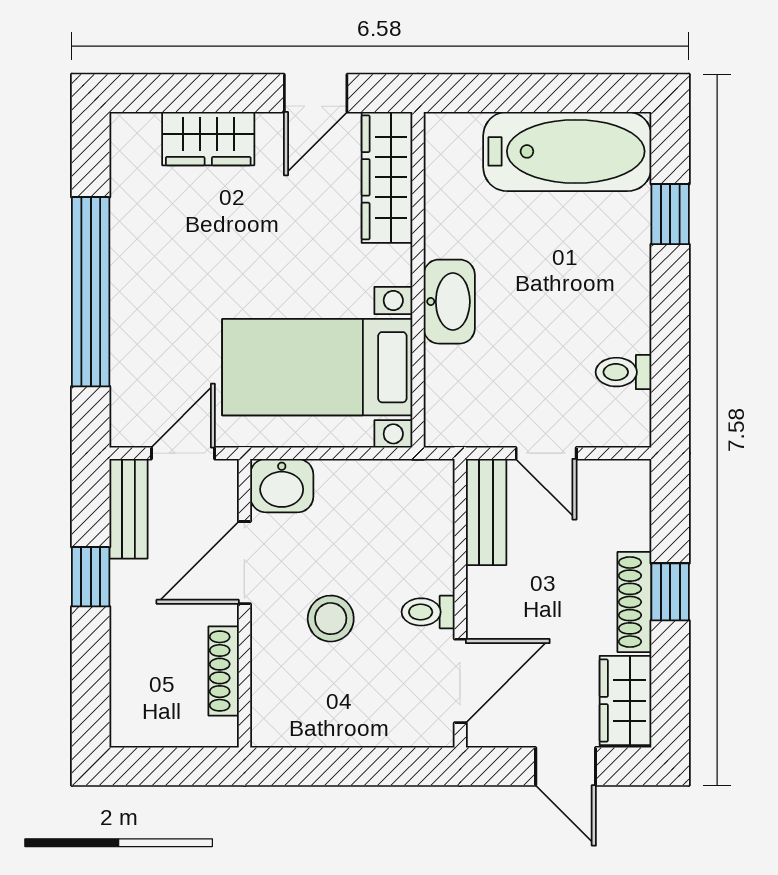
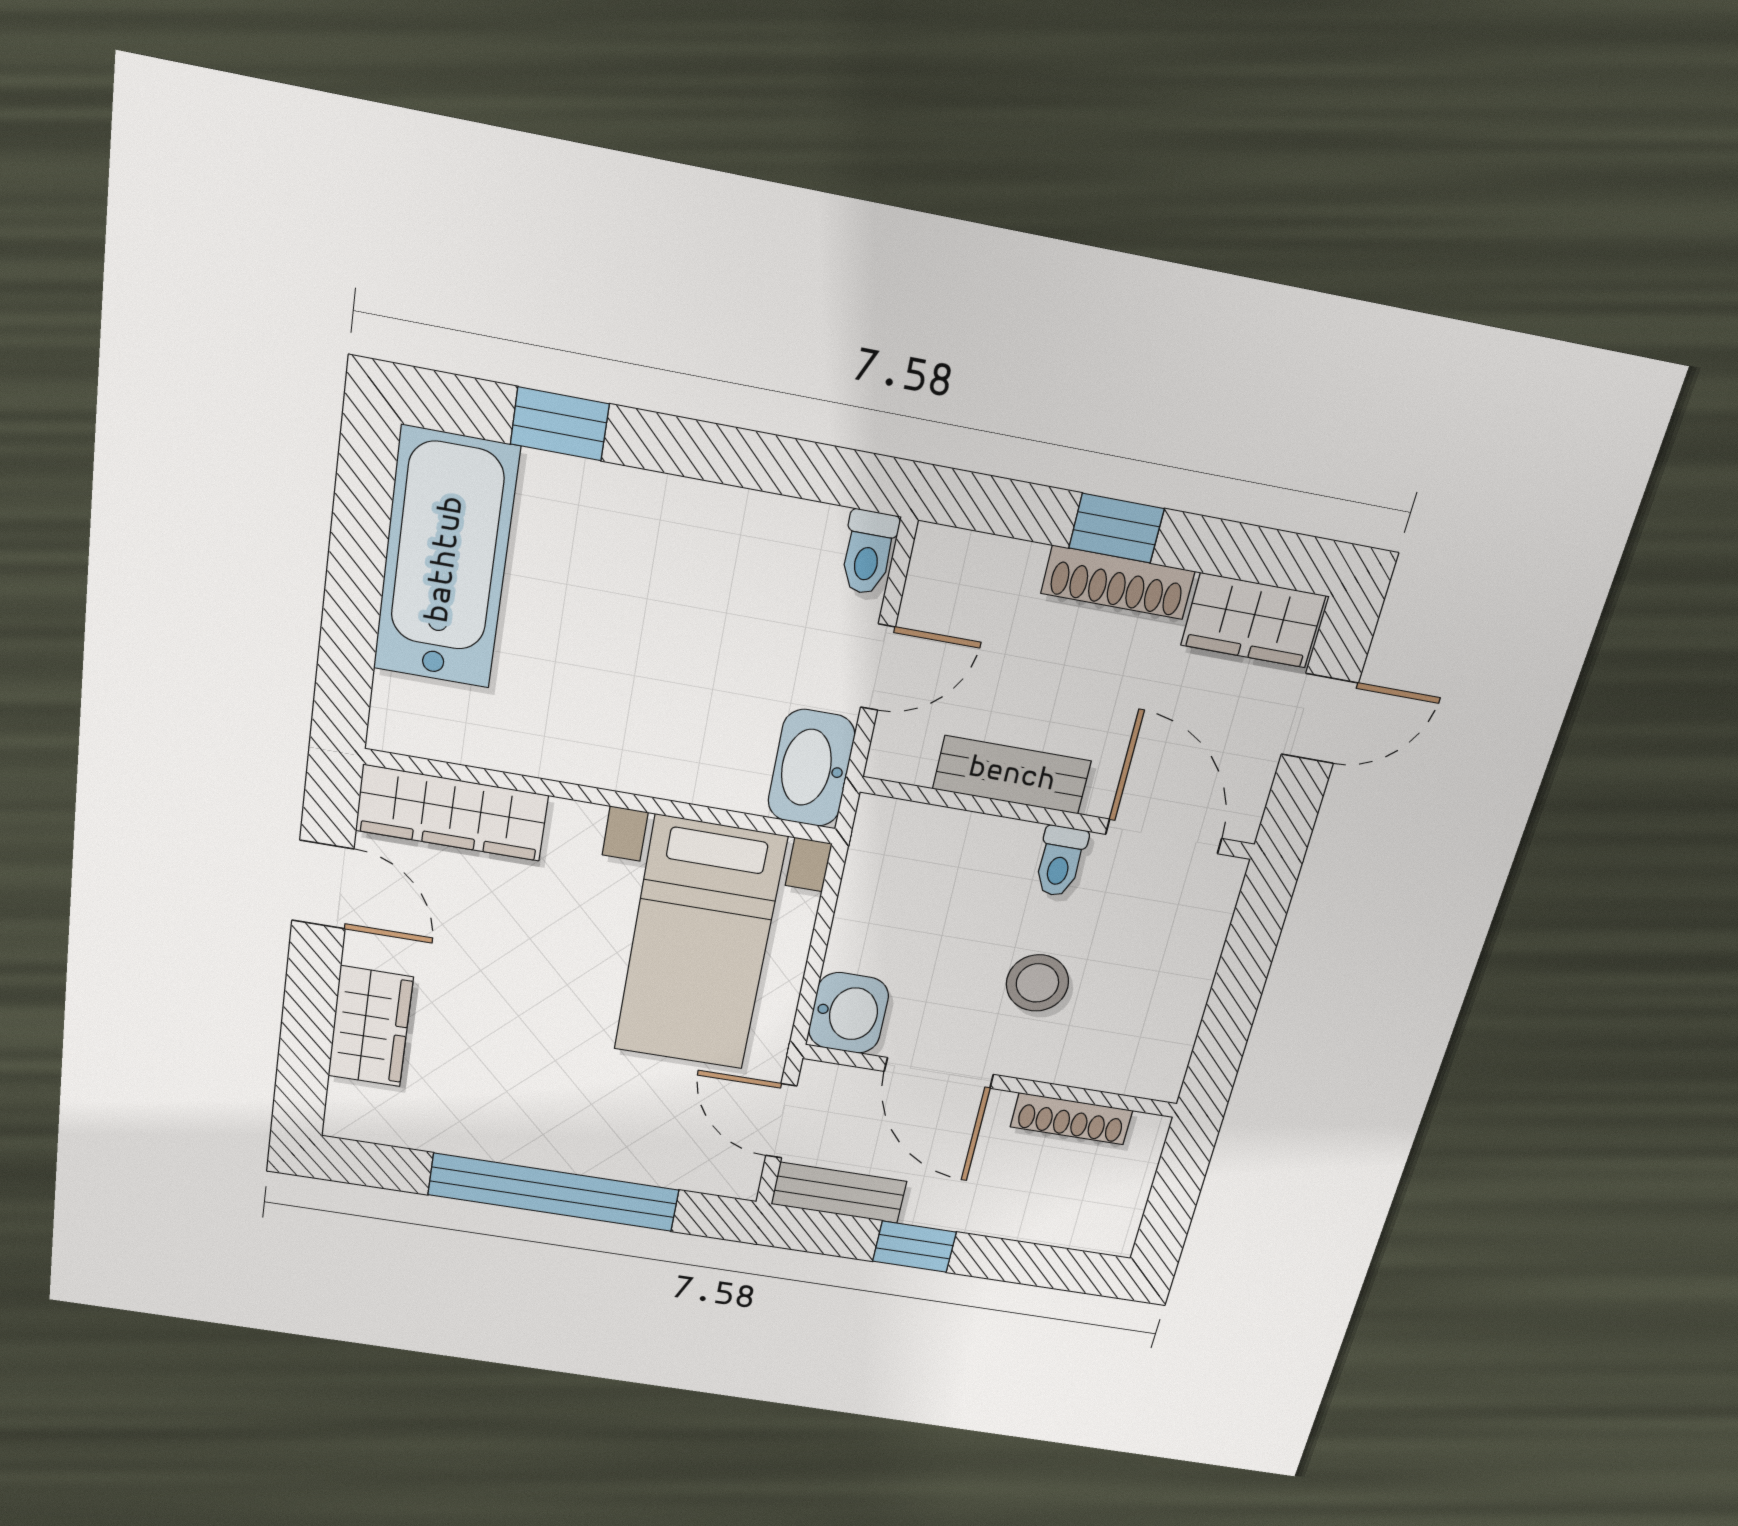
washbasin: (449, 302) -> (811, 768), moved, turned -90
toilet: (624, 372) -> (868, 552), moved
bench: (486, 512) -> (1012, 775), moved

